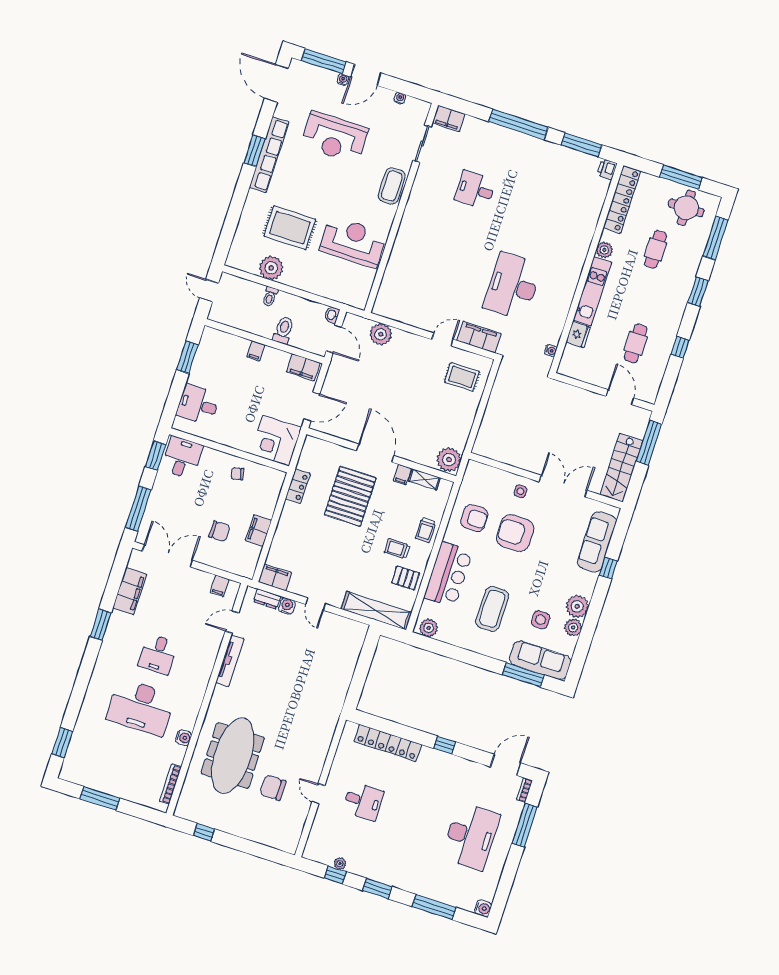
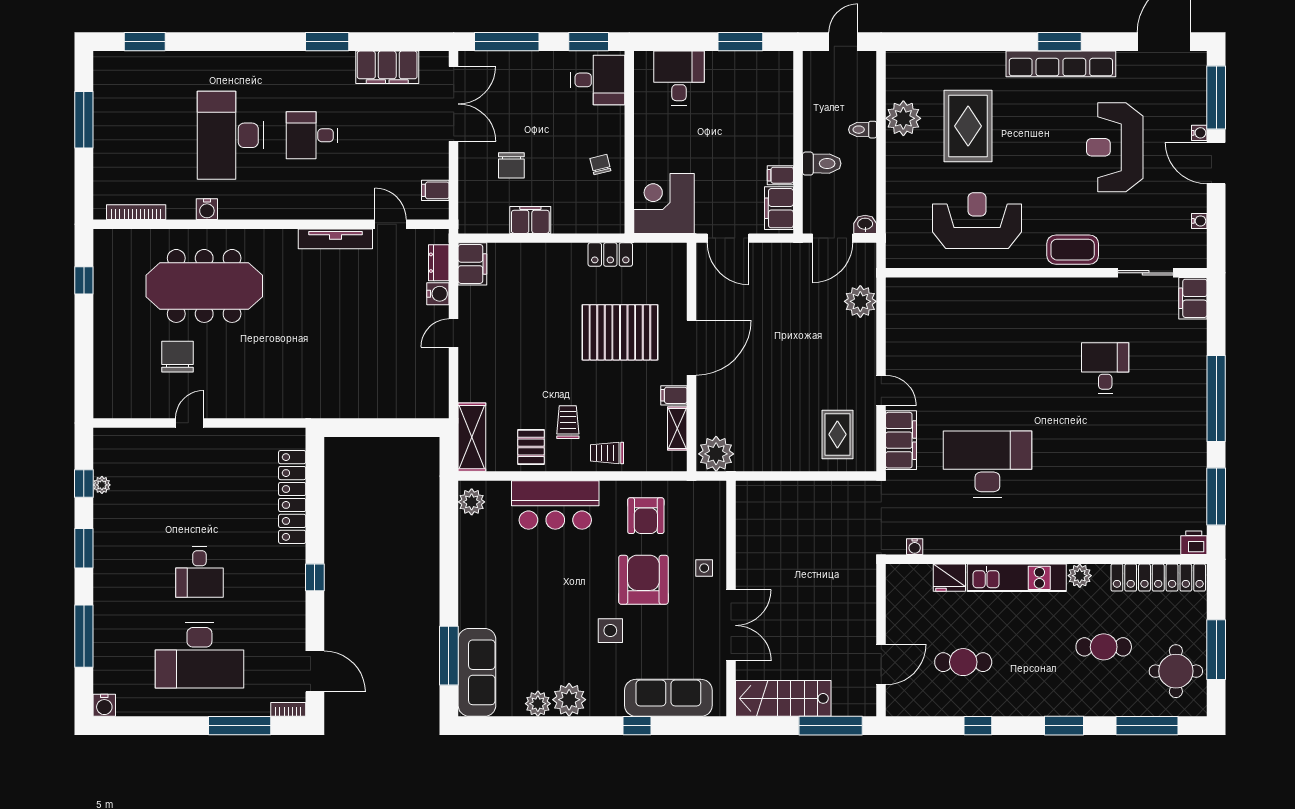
reception desk: (353, 242) -> (977, 221), turned -90
filing cabinet: (256, 351) -> (780, 175), moved
coffee table: (492, 609) -> (527, 582), removed
shelving: (376, 611) -> (472, 437), width x0.68
side table: (541, 620) -> (610, 631), moved
desk: (363, 801) -> (199, 572), moved

